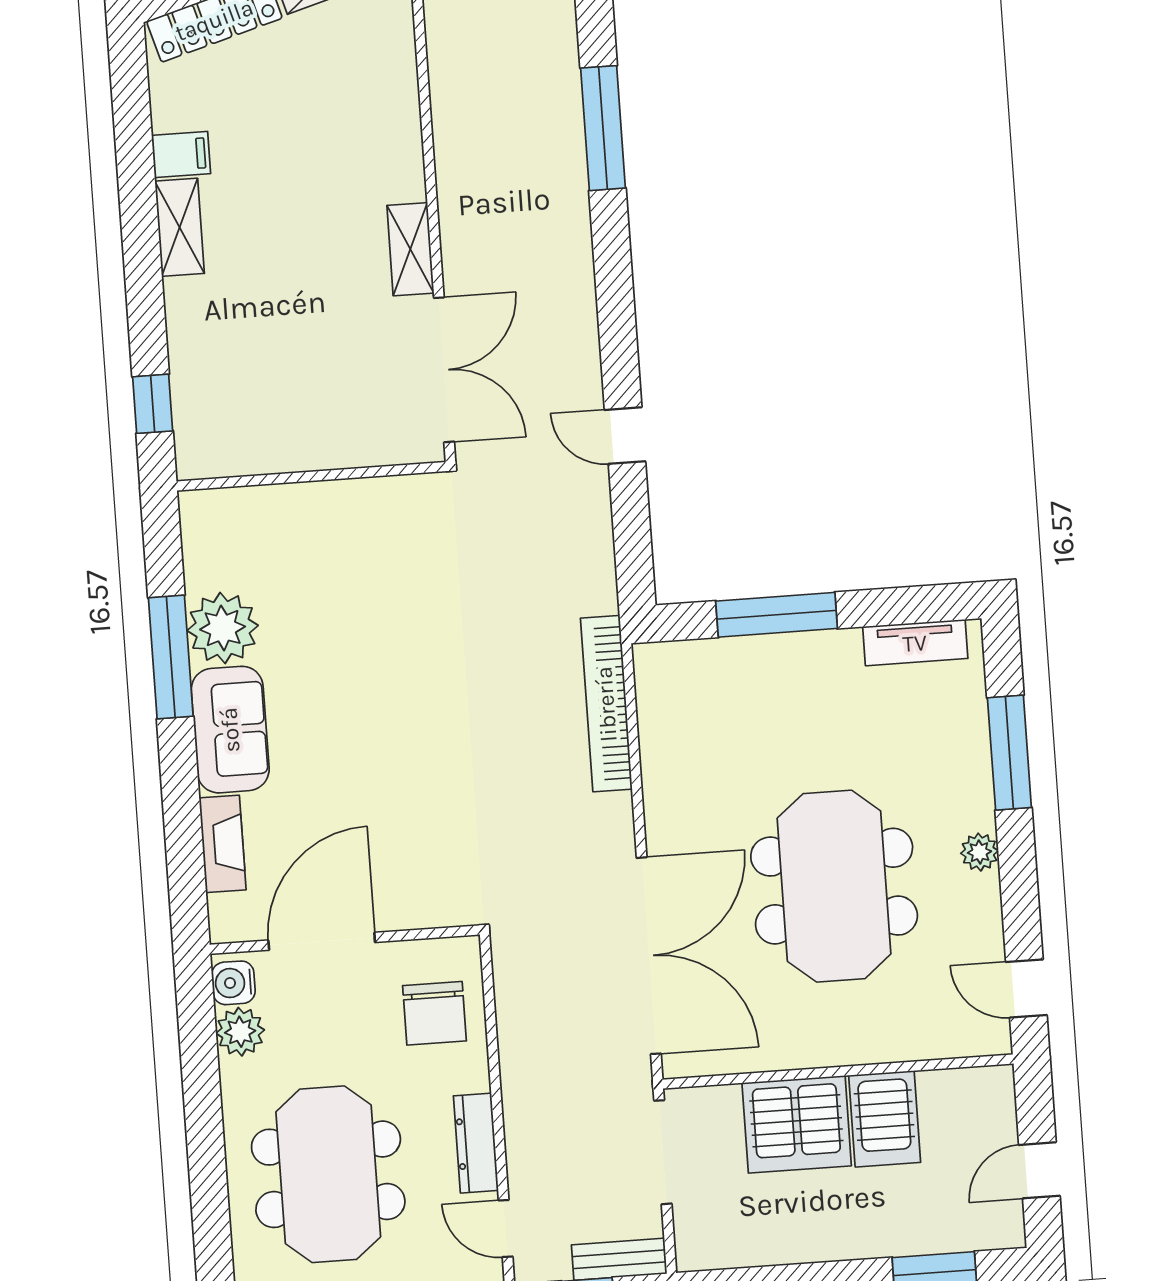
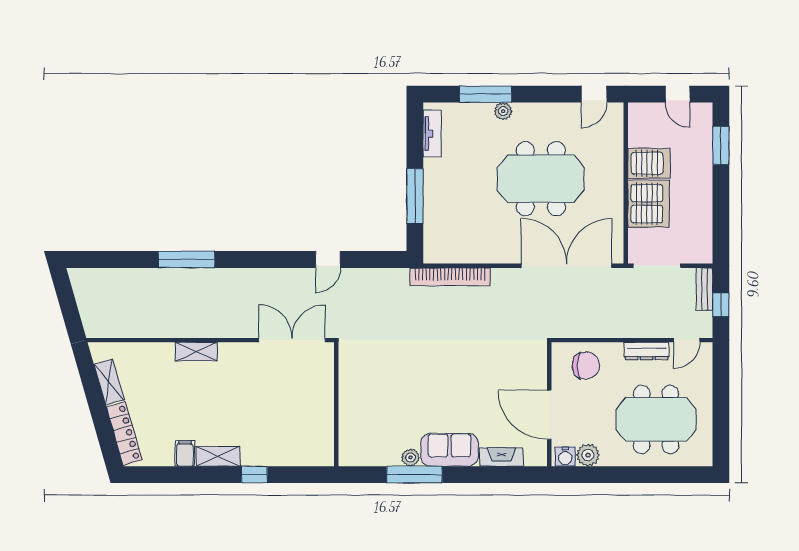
shelving: (410, 249) -> (196, 352), moved
window: (153, 404) -> (254, 475), moved
plant: (223, 628) -> (410, 458), width x0.53, depth x0.53
plant: (979, 852) -> (503, 111), moved

